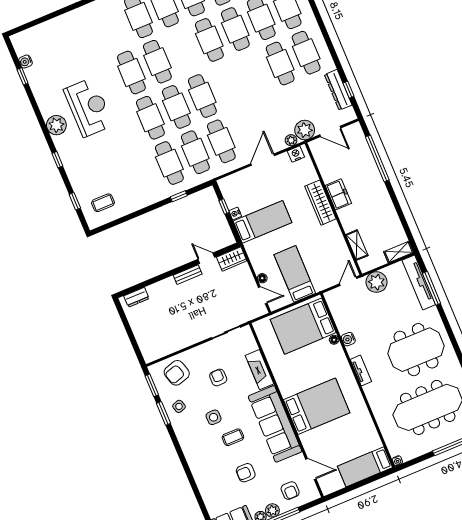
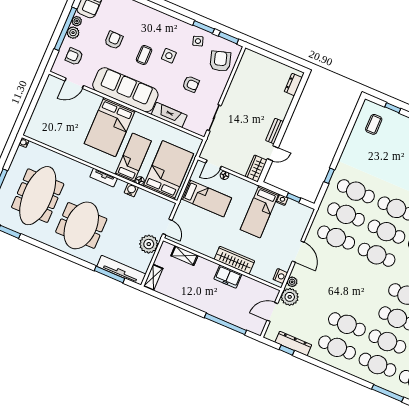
bed: (365, 467) -> (133, 158), moved

